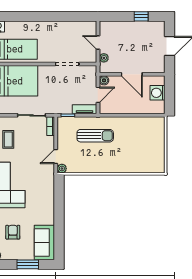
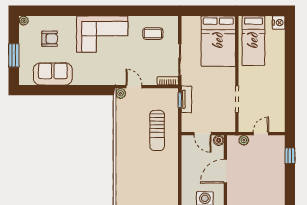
window: (141, 16) -> (290, 156), moved
tv unit: (84, 109) -> (186, 99), moved
sofa: (44, 242) -> (53, 74), moved

